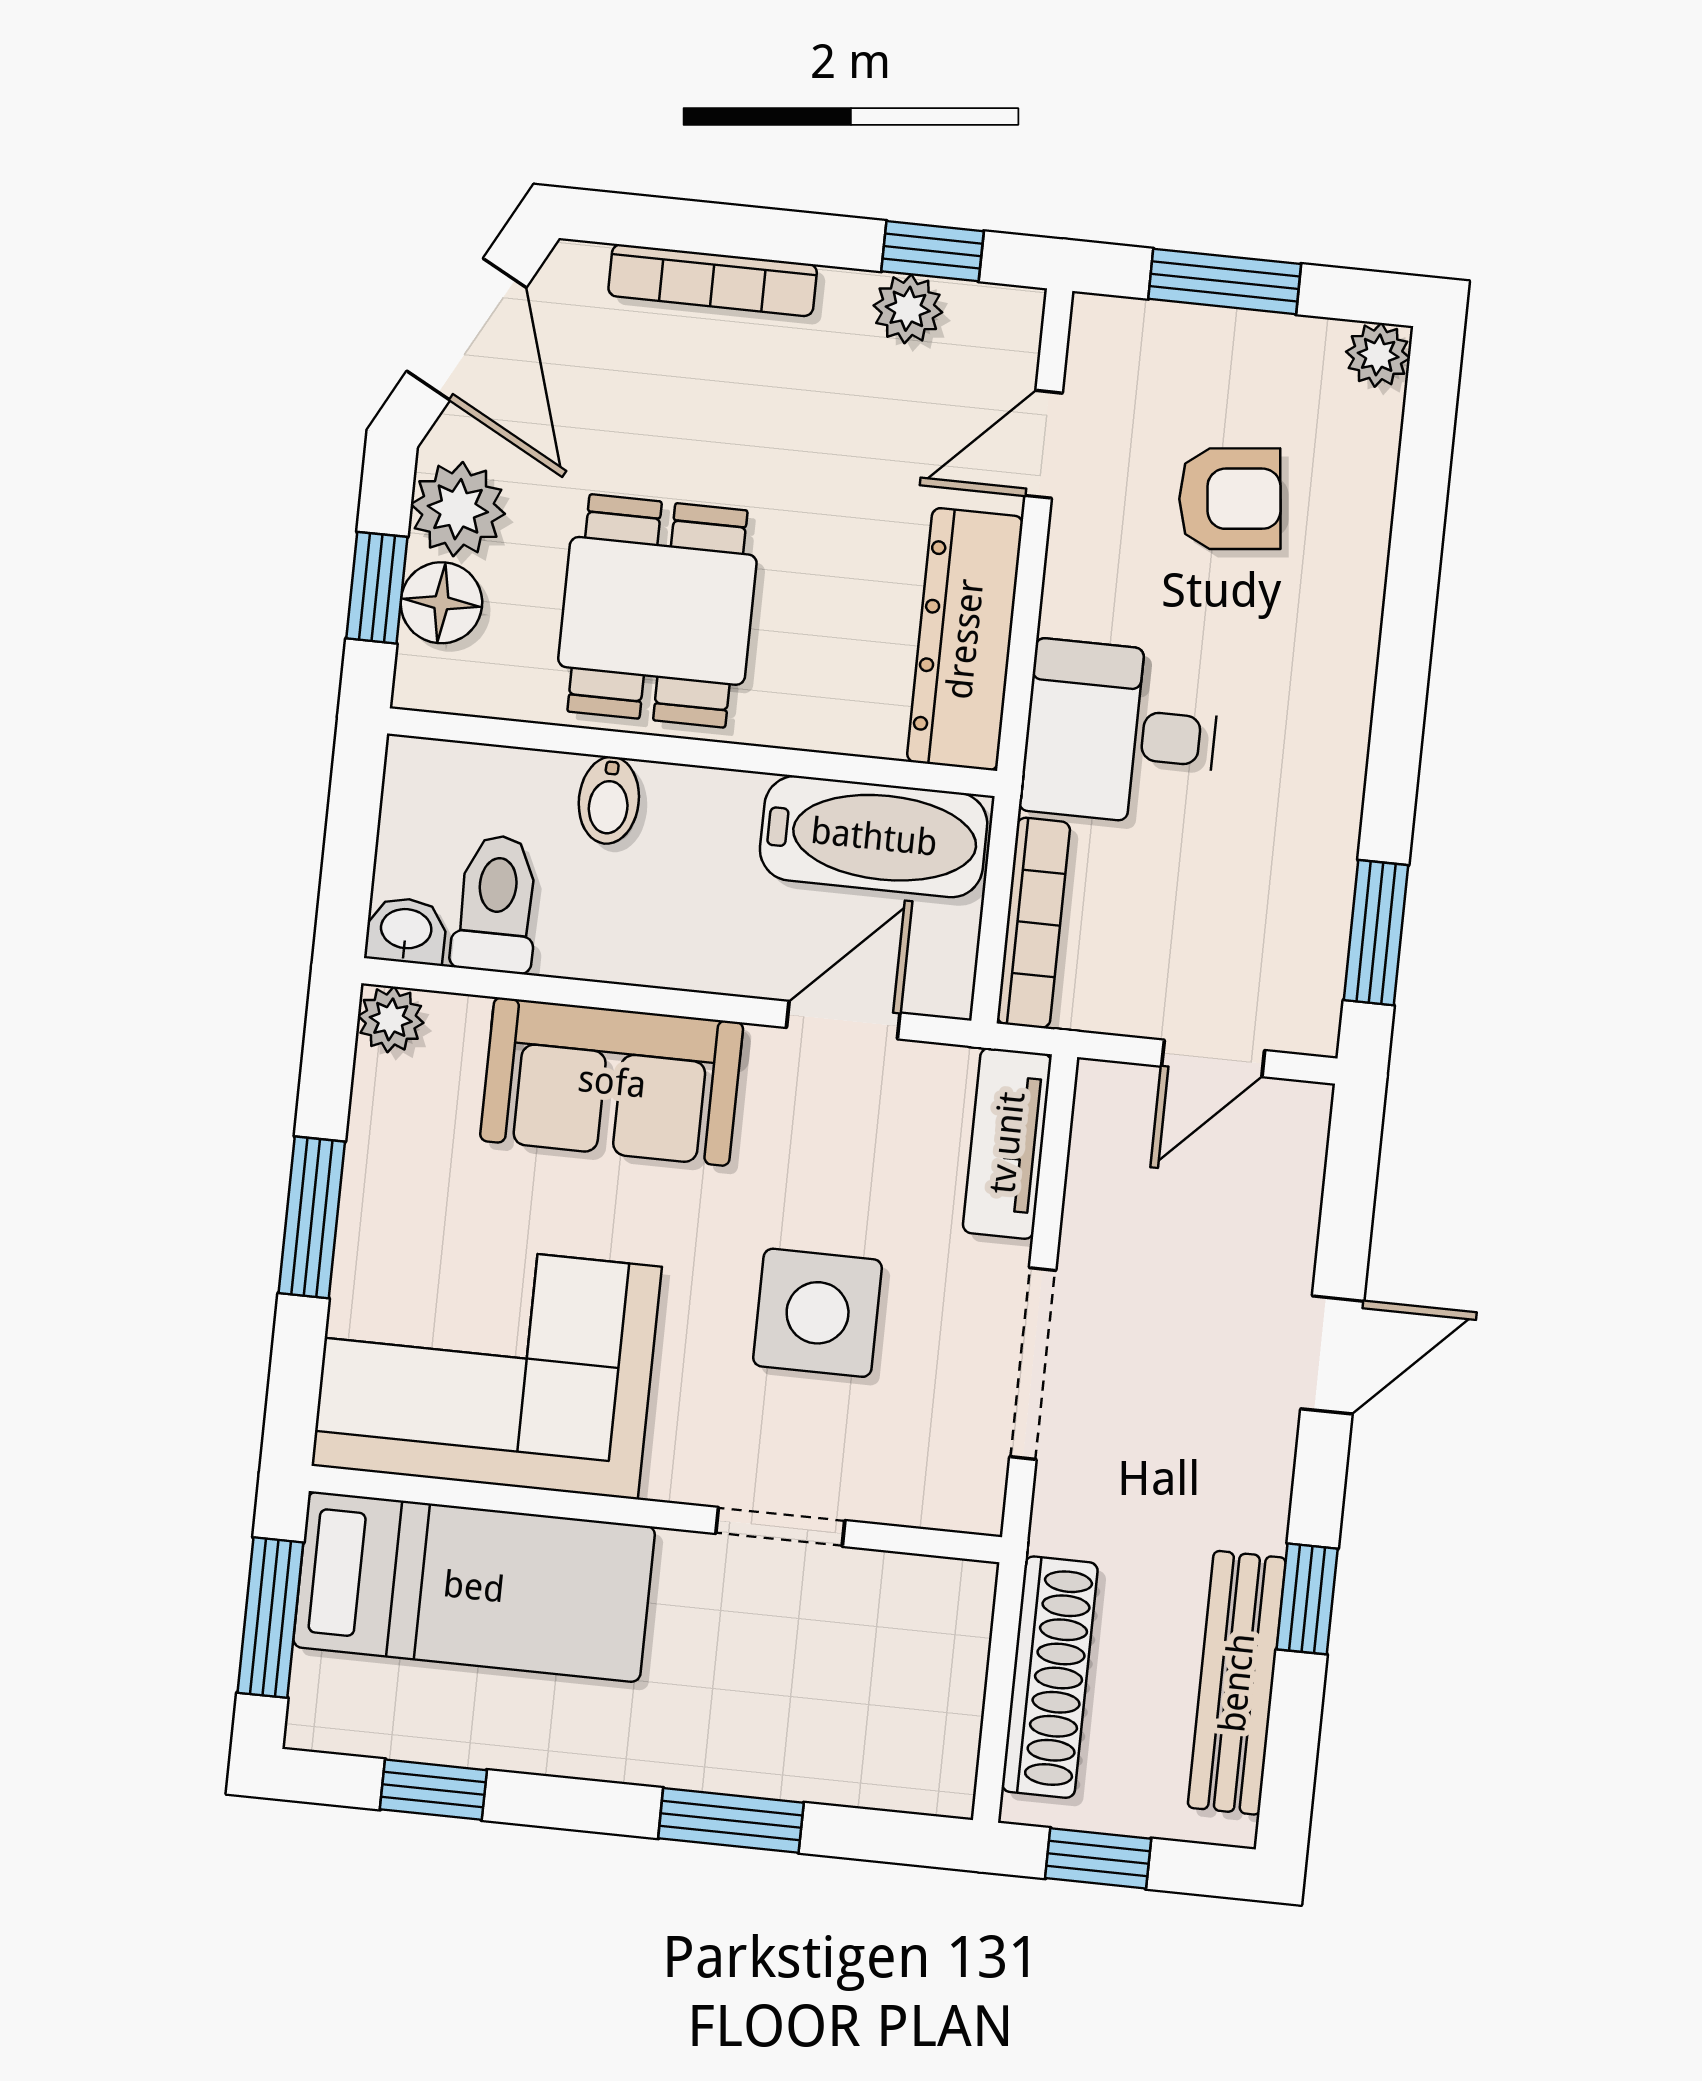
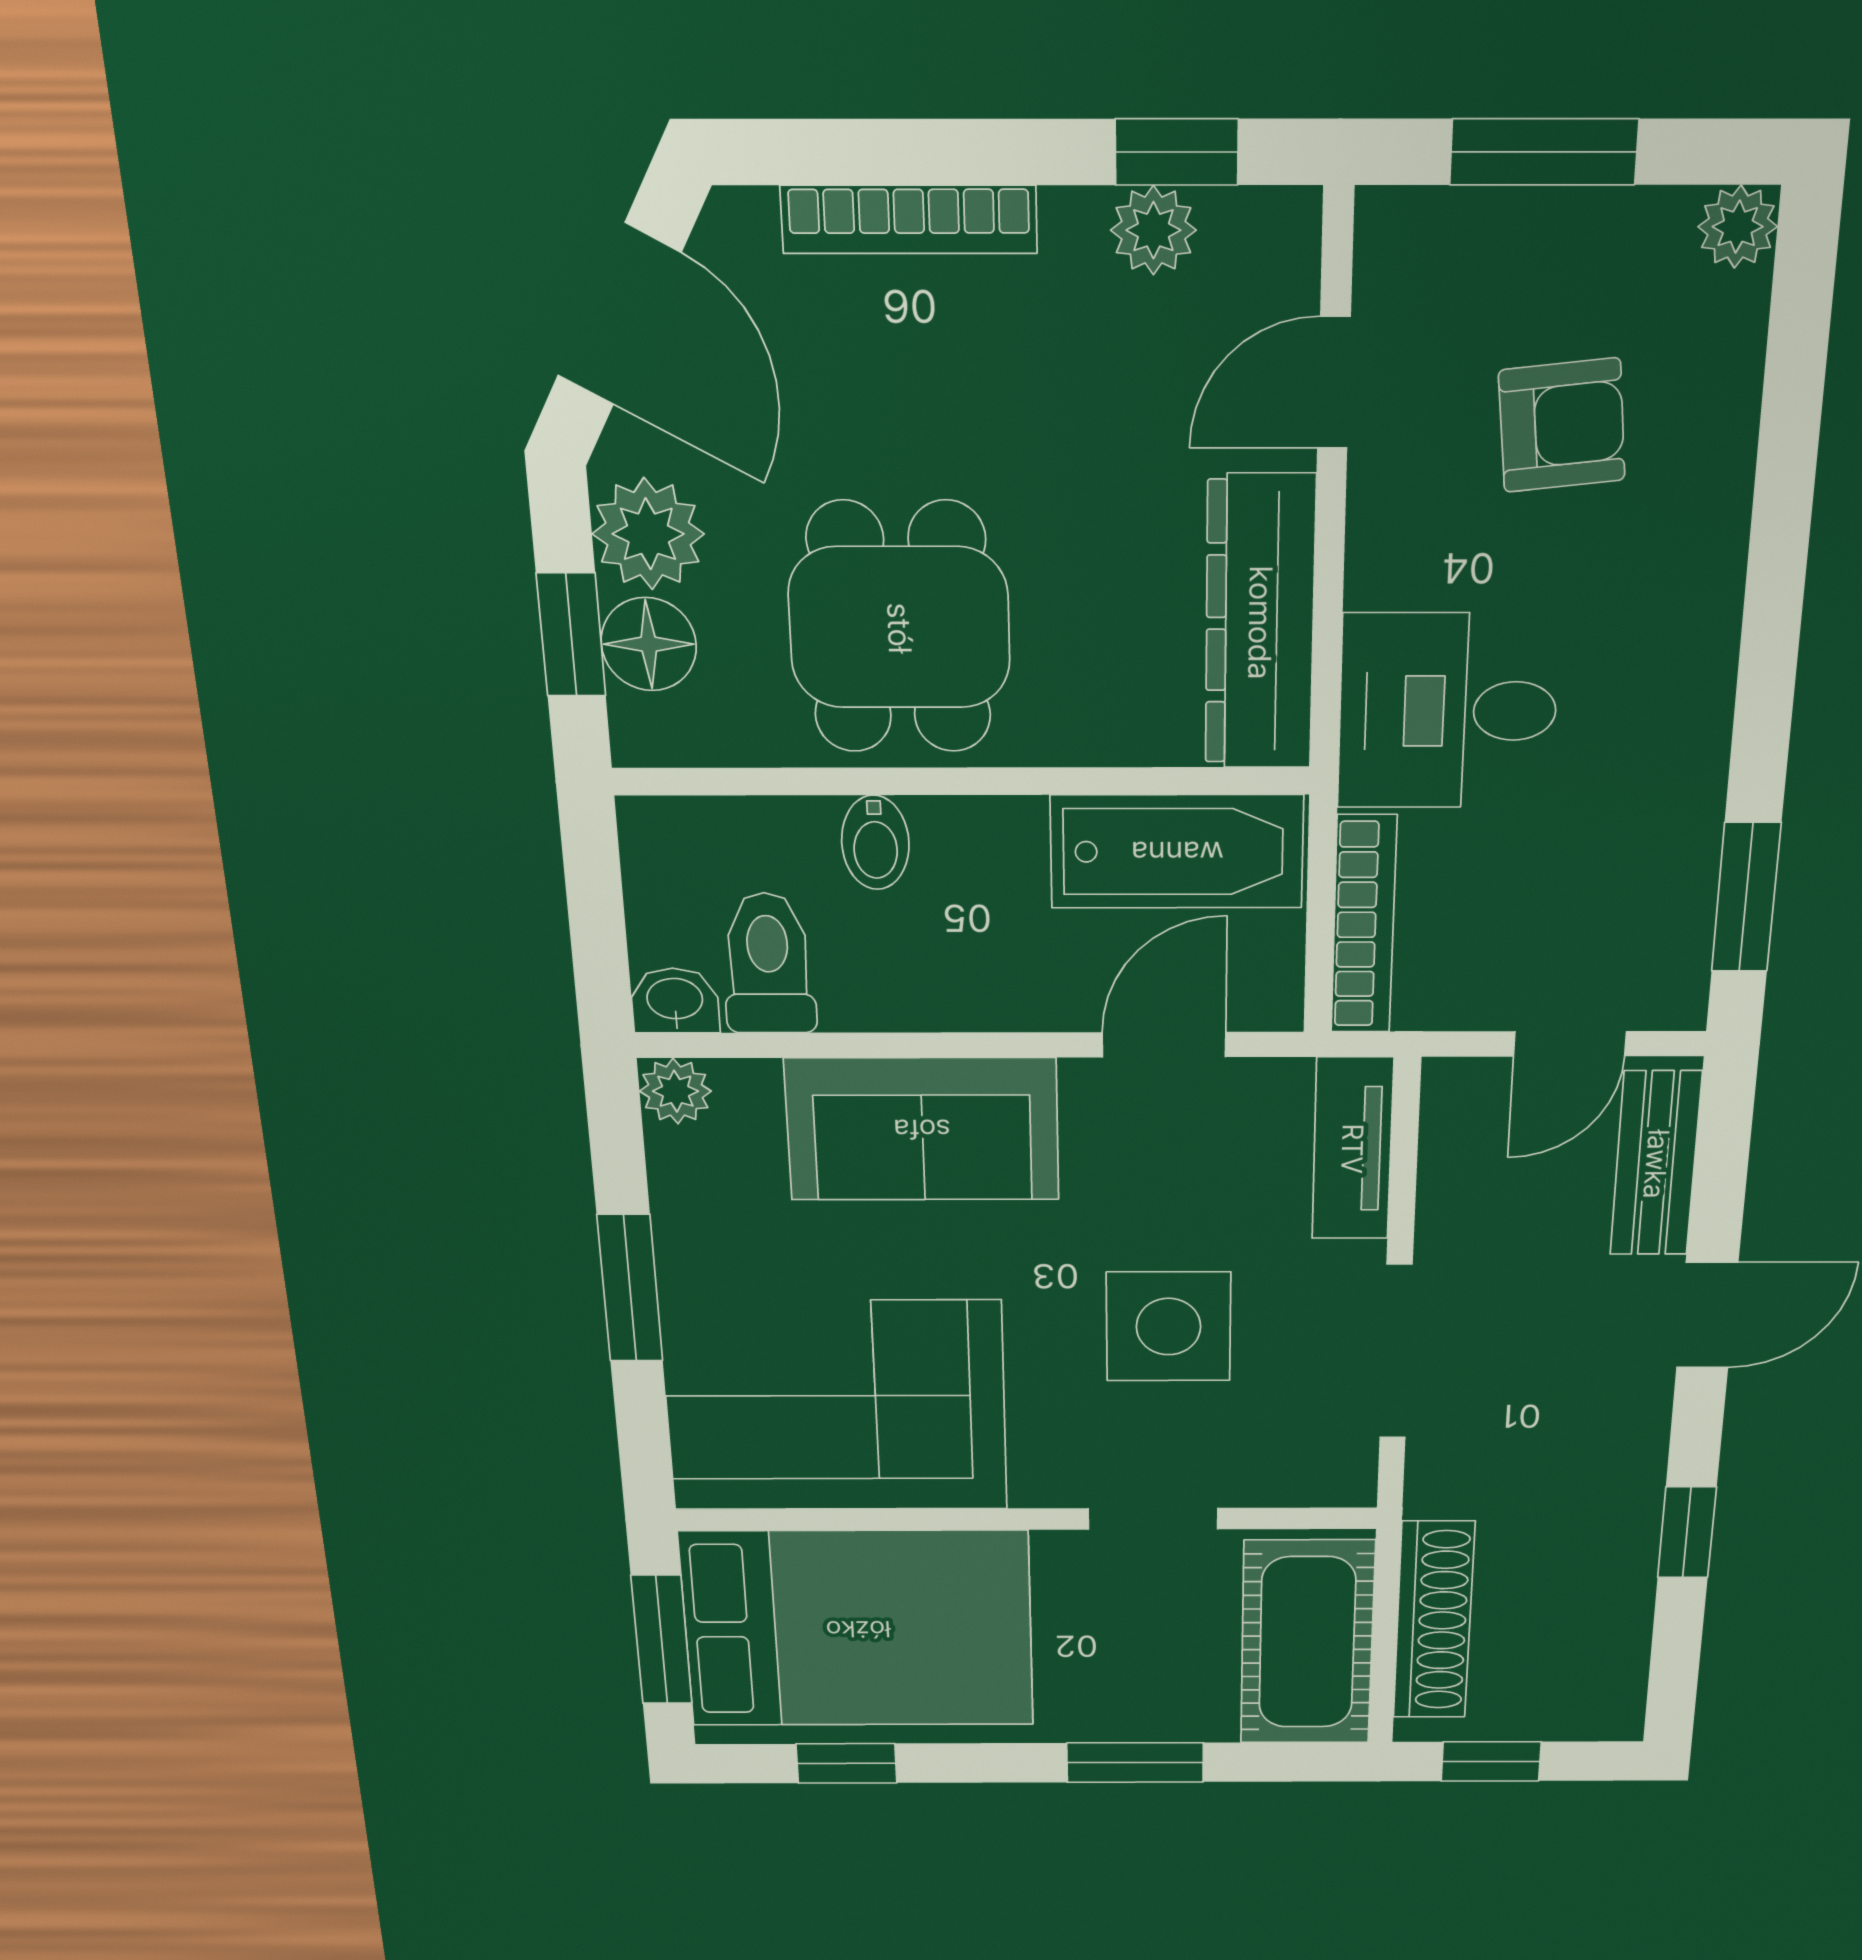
bed: (474, 1587) -> (858, 1629), width x1.50
bench: (1237, 1683) -> (1656, 1164), moved, width x0.73
cot: (920, 1691) -> (1307, 1643), added

